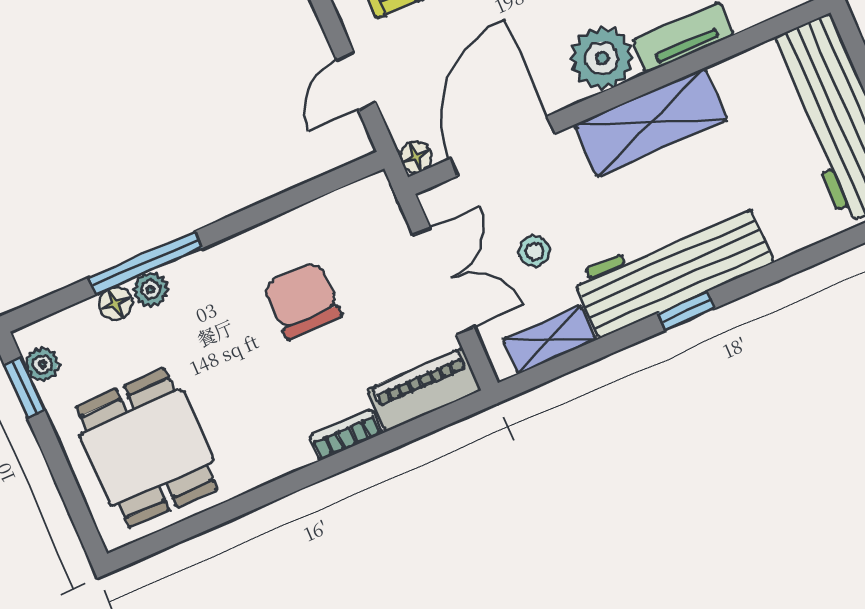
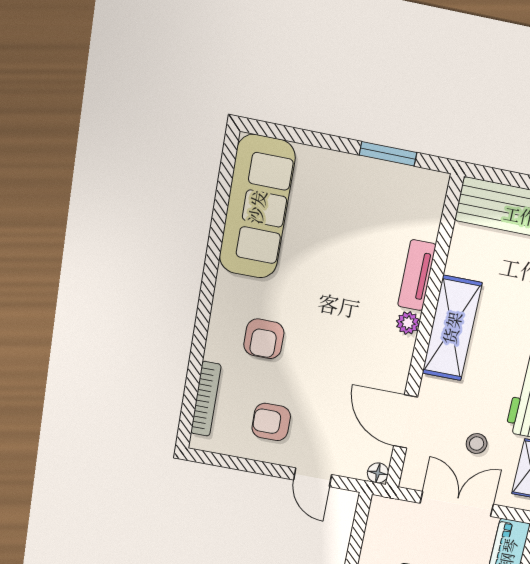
plant: (602, 58) -> (408, 323), width x0.53, depth x0.53
door: (502, 146) -> (406, 422), width x0.73

